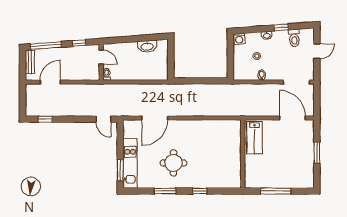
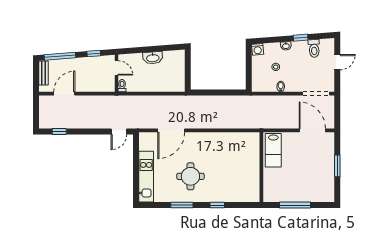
washbasin: (147, 46) -> (153, 58), moved
door: (103, 119) -> (119, 131), hinge flipped
window: (120, 170) -> (136, 184), removed

